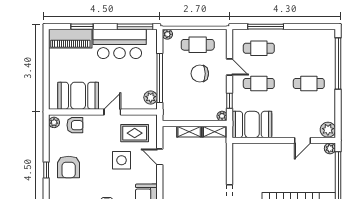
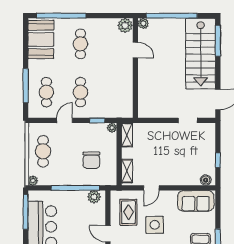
chair: (200, 74) -> (91, 160), moved
booth: (252, 124) -> (41, 39), moved
shelving: (189, 132) -> (127, 171), moved

